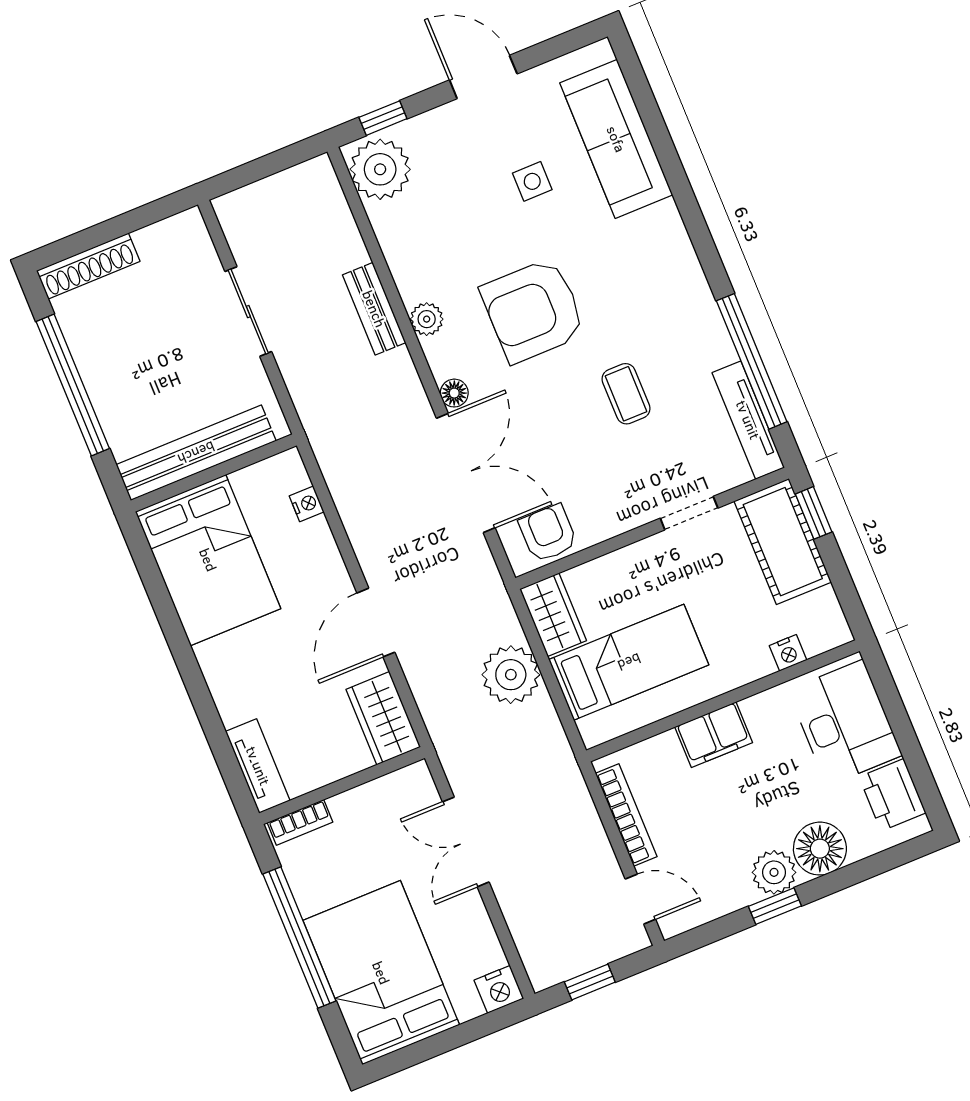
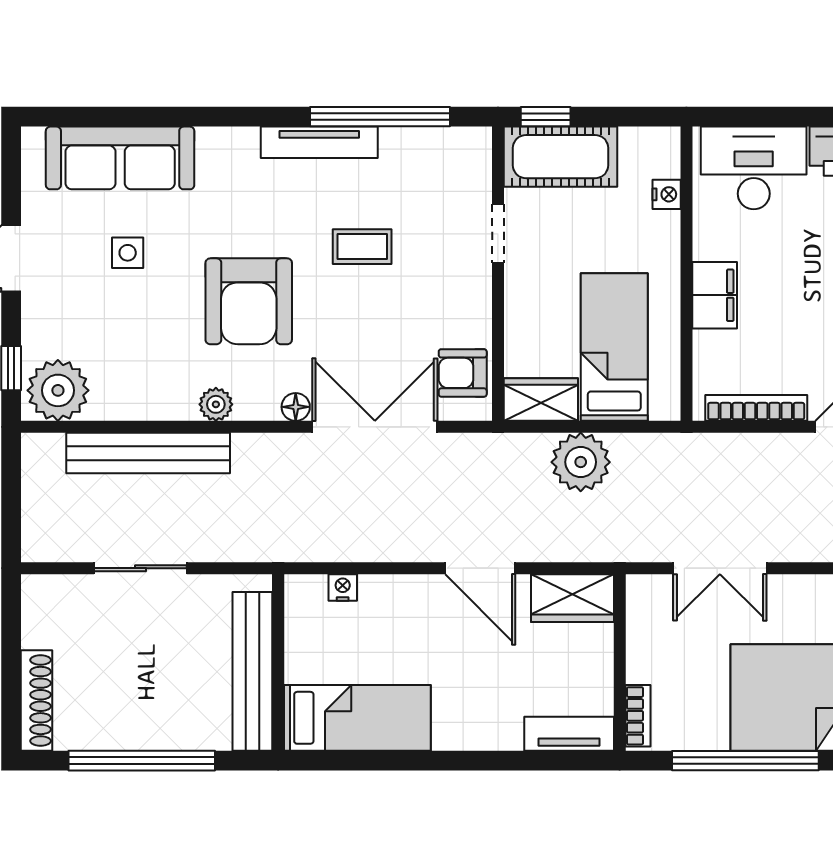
bench: (374, 309) -> (148, 453), width x1.86, depth x1.21
tv unit: (748, 420) -> (319, 142), moved
bed: (208, 560) -> (357, 718), width x0.67

